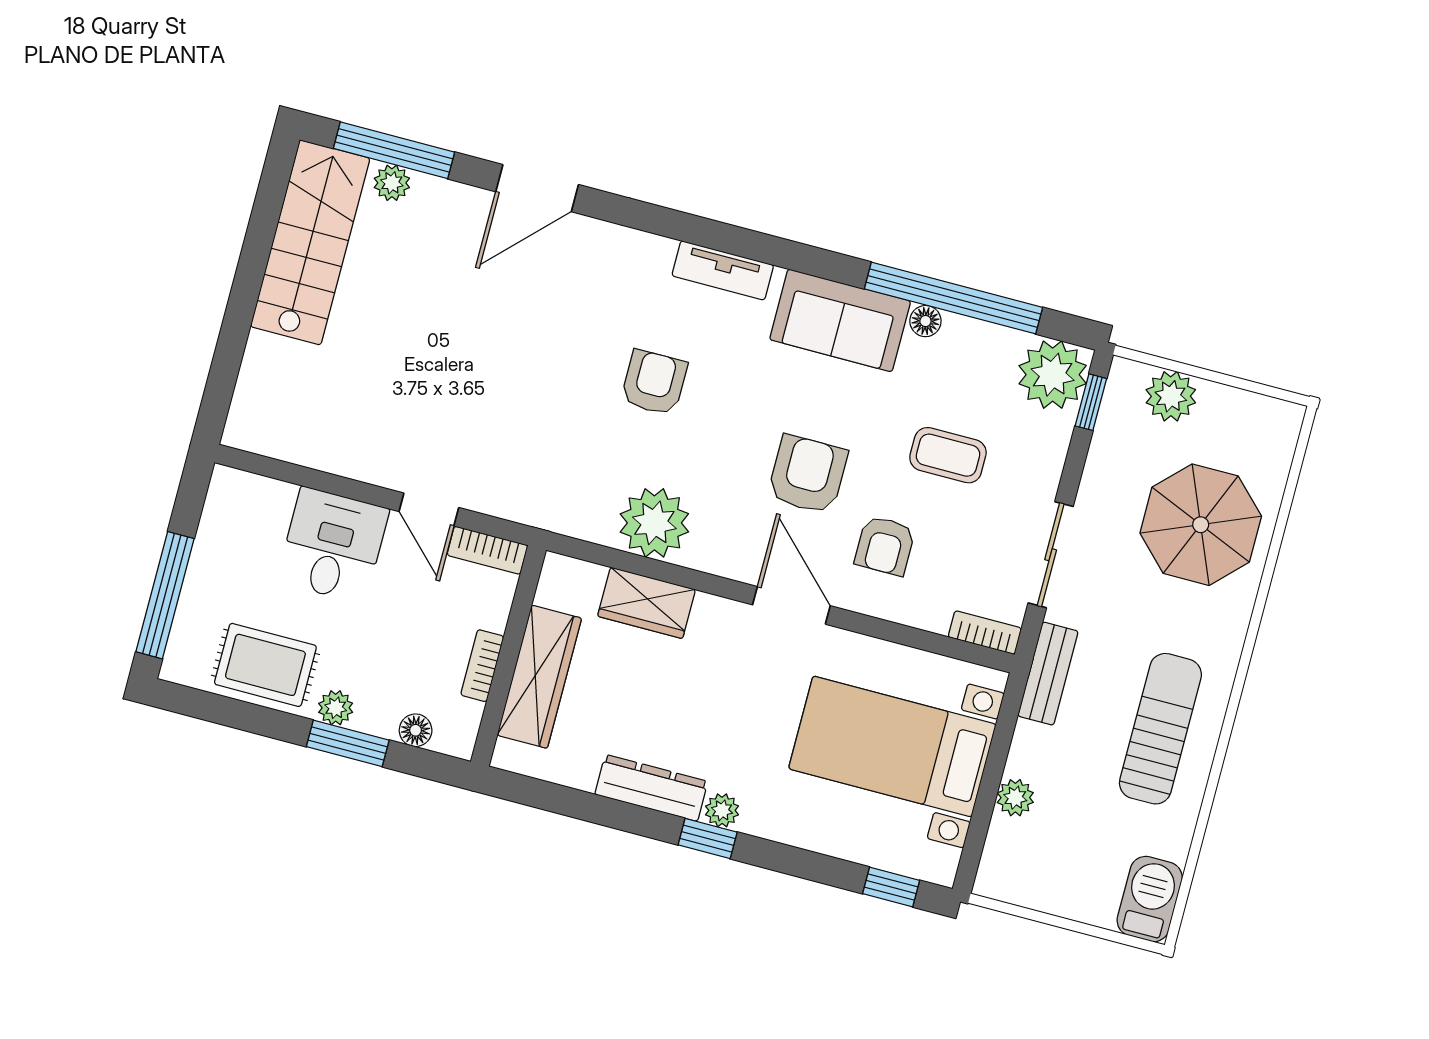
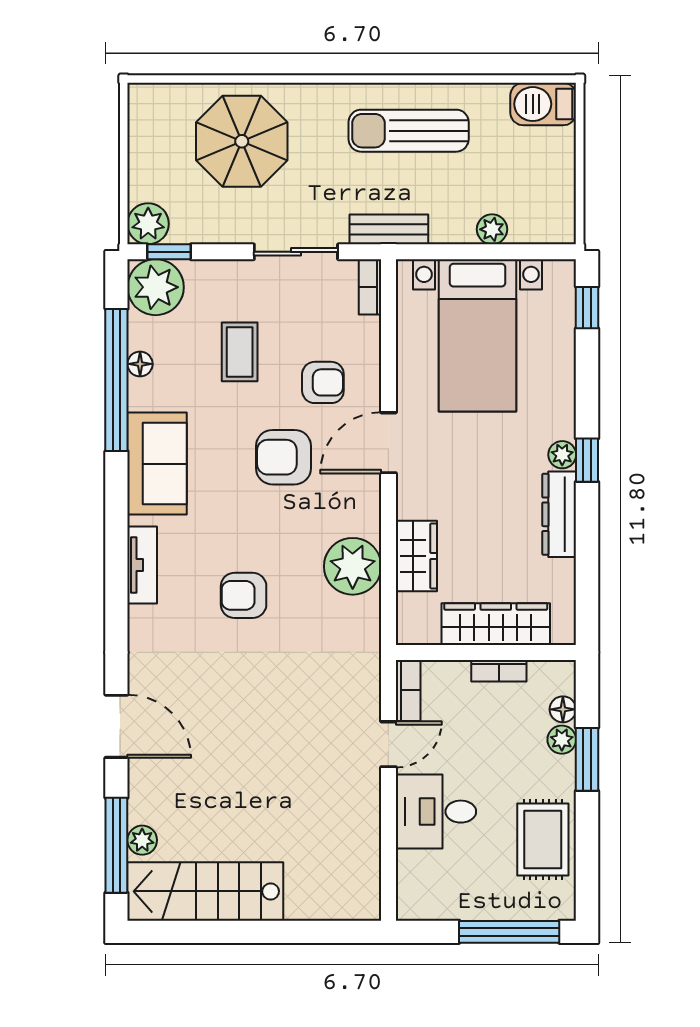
floor lamp: (925, 321) -> (140, 364), moved
plant: (1171, 396) -> (148, 224), moved
plant: (336, 708) -> (562, 740), moved

